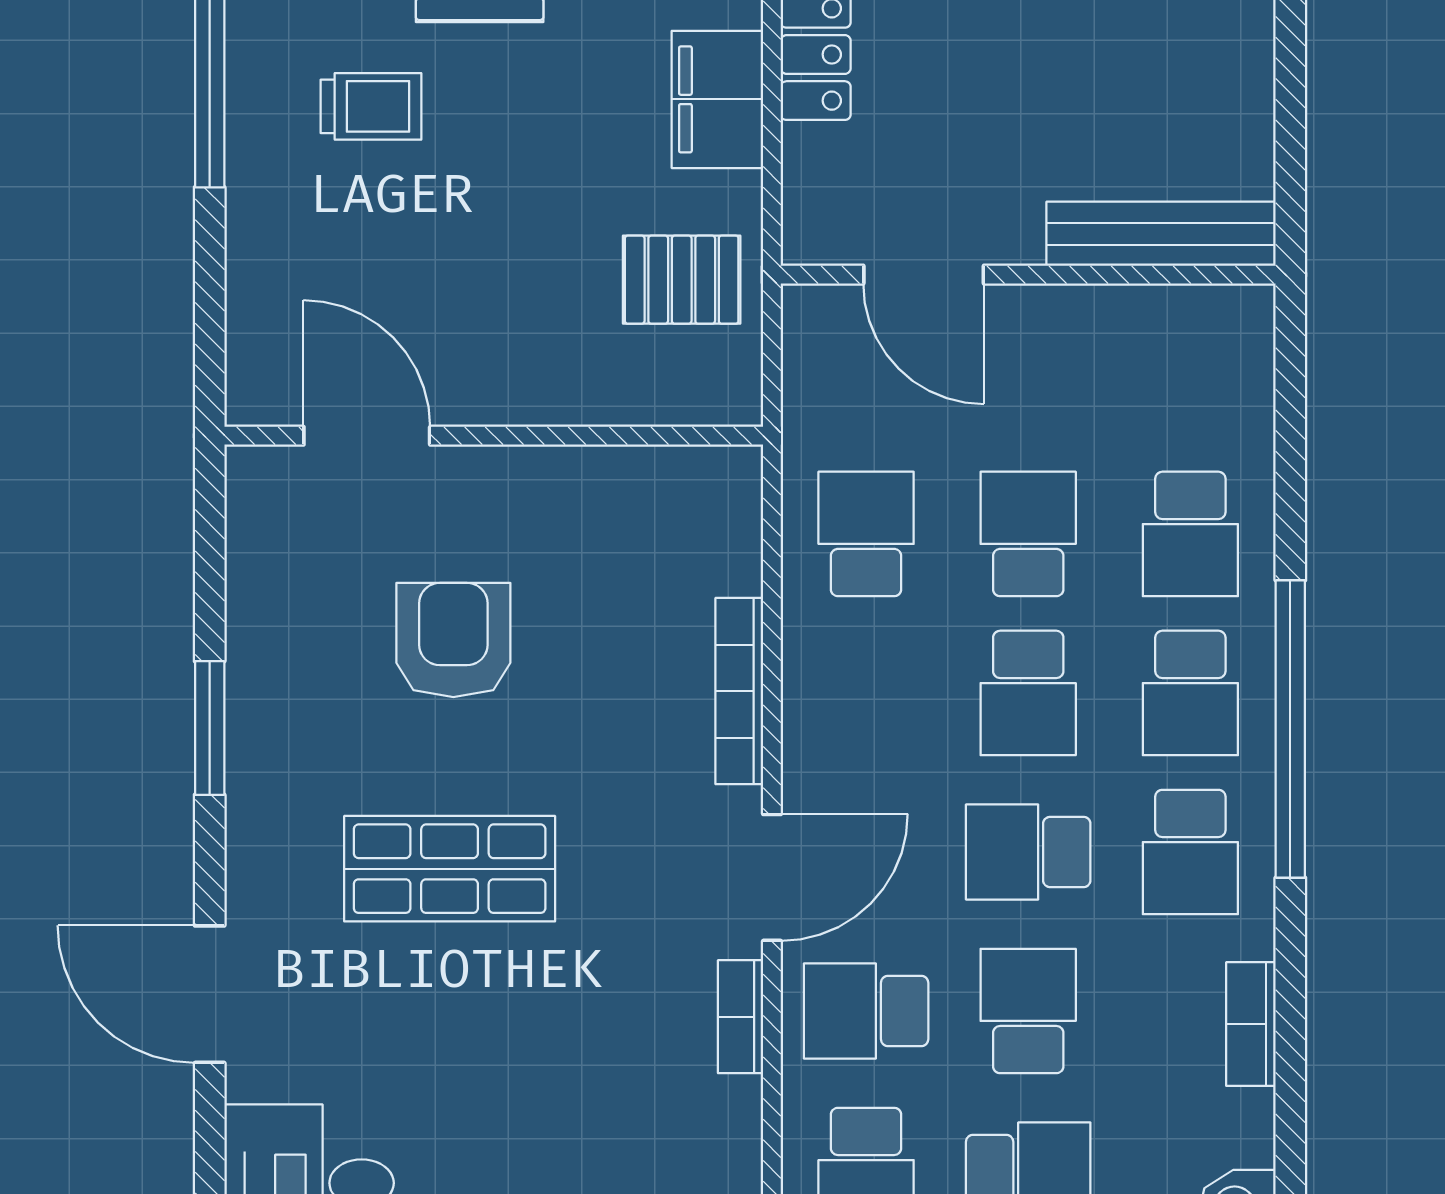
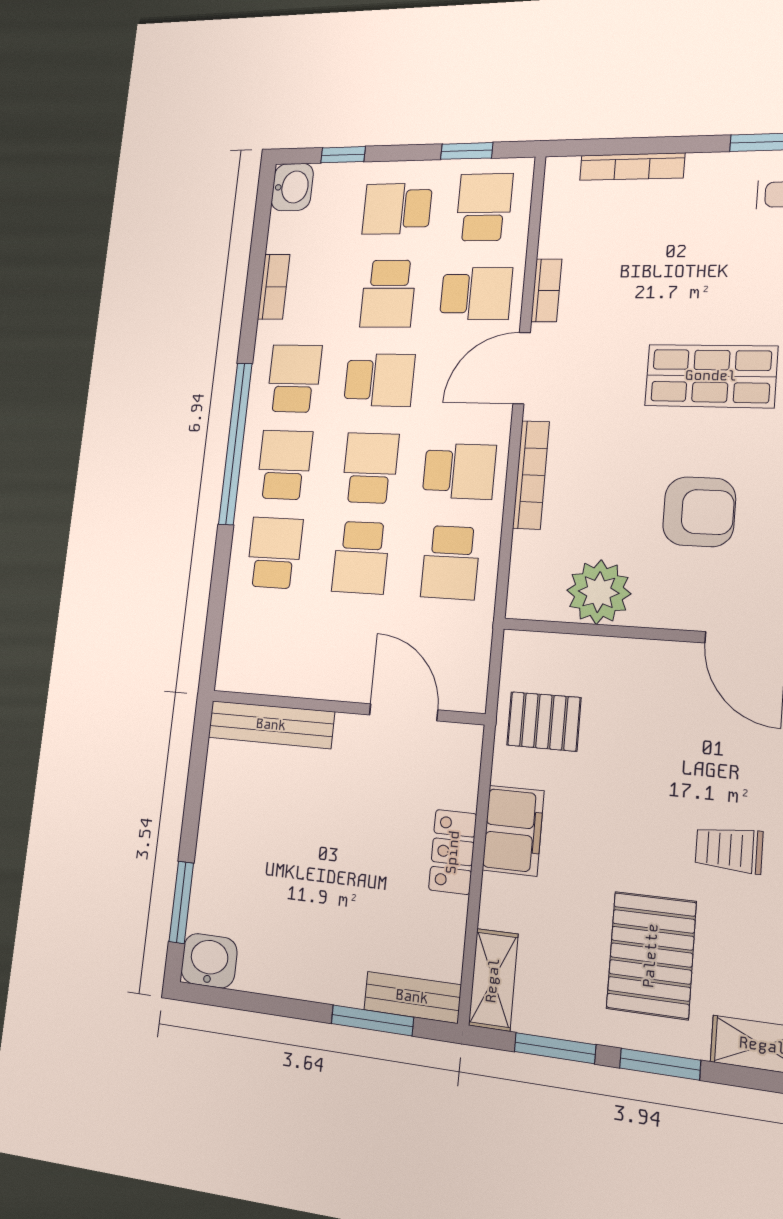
plant: (608, 498) -> (599, 592), added
armchair: (453, 640) -> (699, 512), turned -90
school desk: (866, 693) -> (459, 471), added

